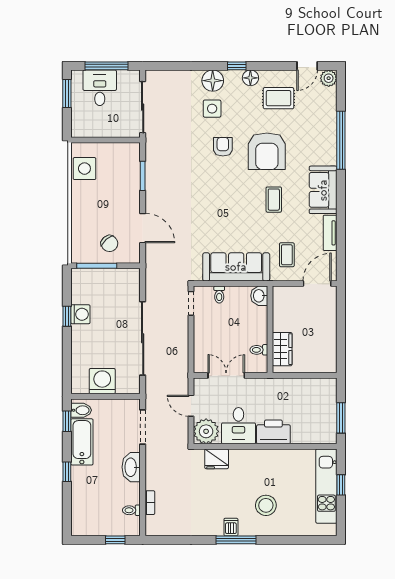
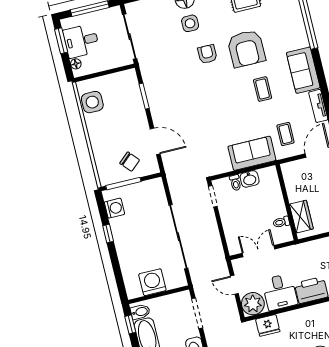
desk: (100, 88) -> (81, 41), moved, turned -90
floor lamp: (77, 122) -> (76, 64), added
sofa: (236, 267) -> (252, 153), width x0.73
washbasin: (259, 296) -> (250, 179), moved, turned -90
washing machine: (80, 314) -> (114, 208), moved

